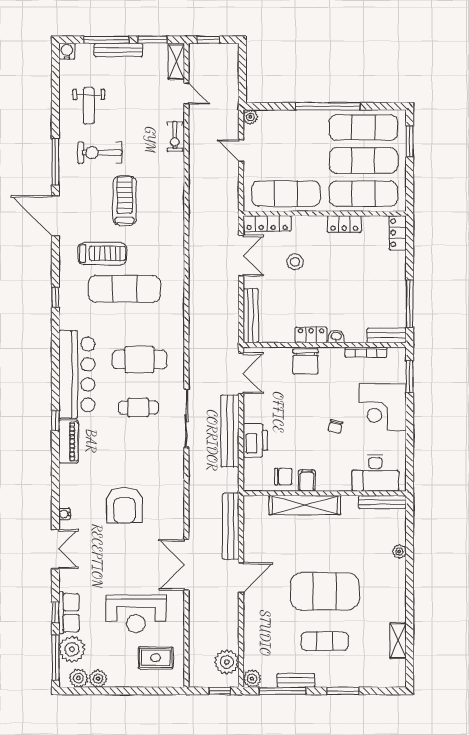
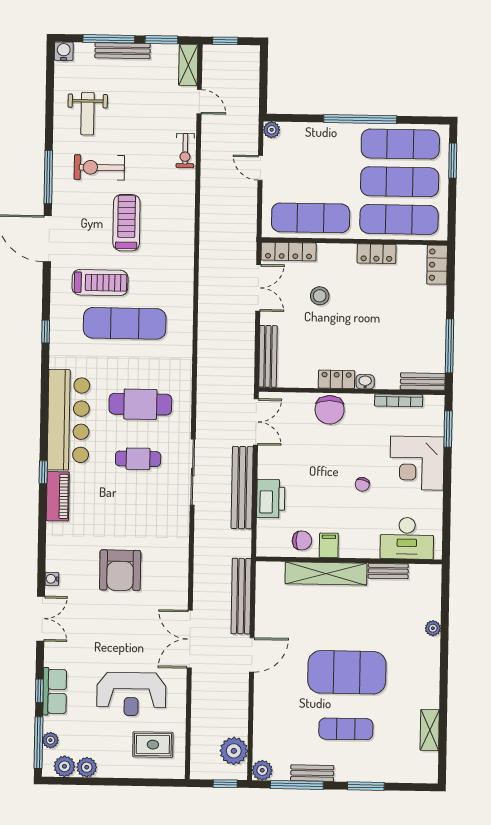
bench: (382, 502) -> (388, 571), moved, width x0.73
plant: (72, 649) -> (50, 740), width x0.53, depth x0.53

